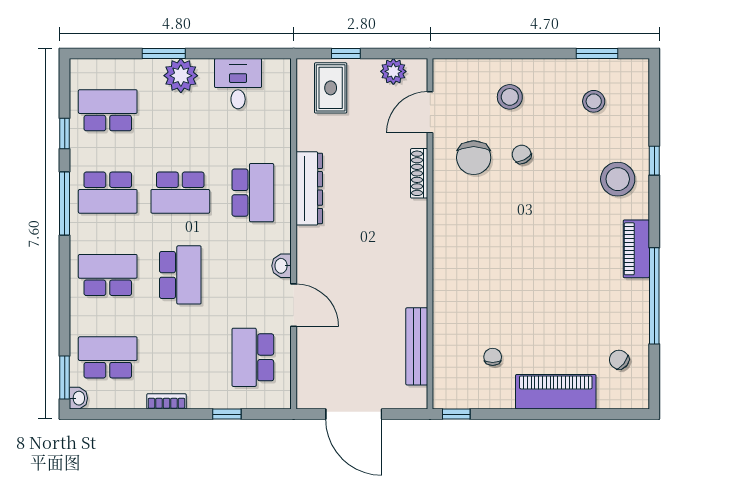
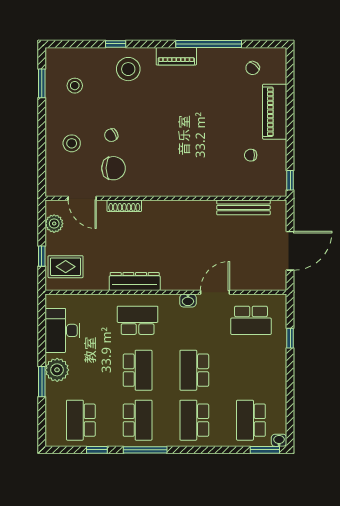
desk: (238, 84) -> (63, 330), width x1.37
school desk: (180, 275) -> (194, 370), turned -90
bookcase: (166, 401) -> (281, 380), removed

